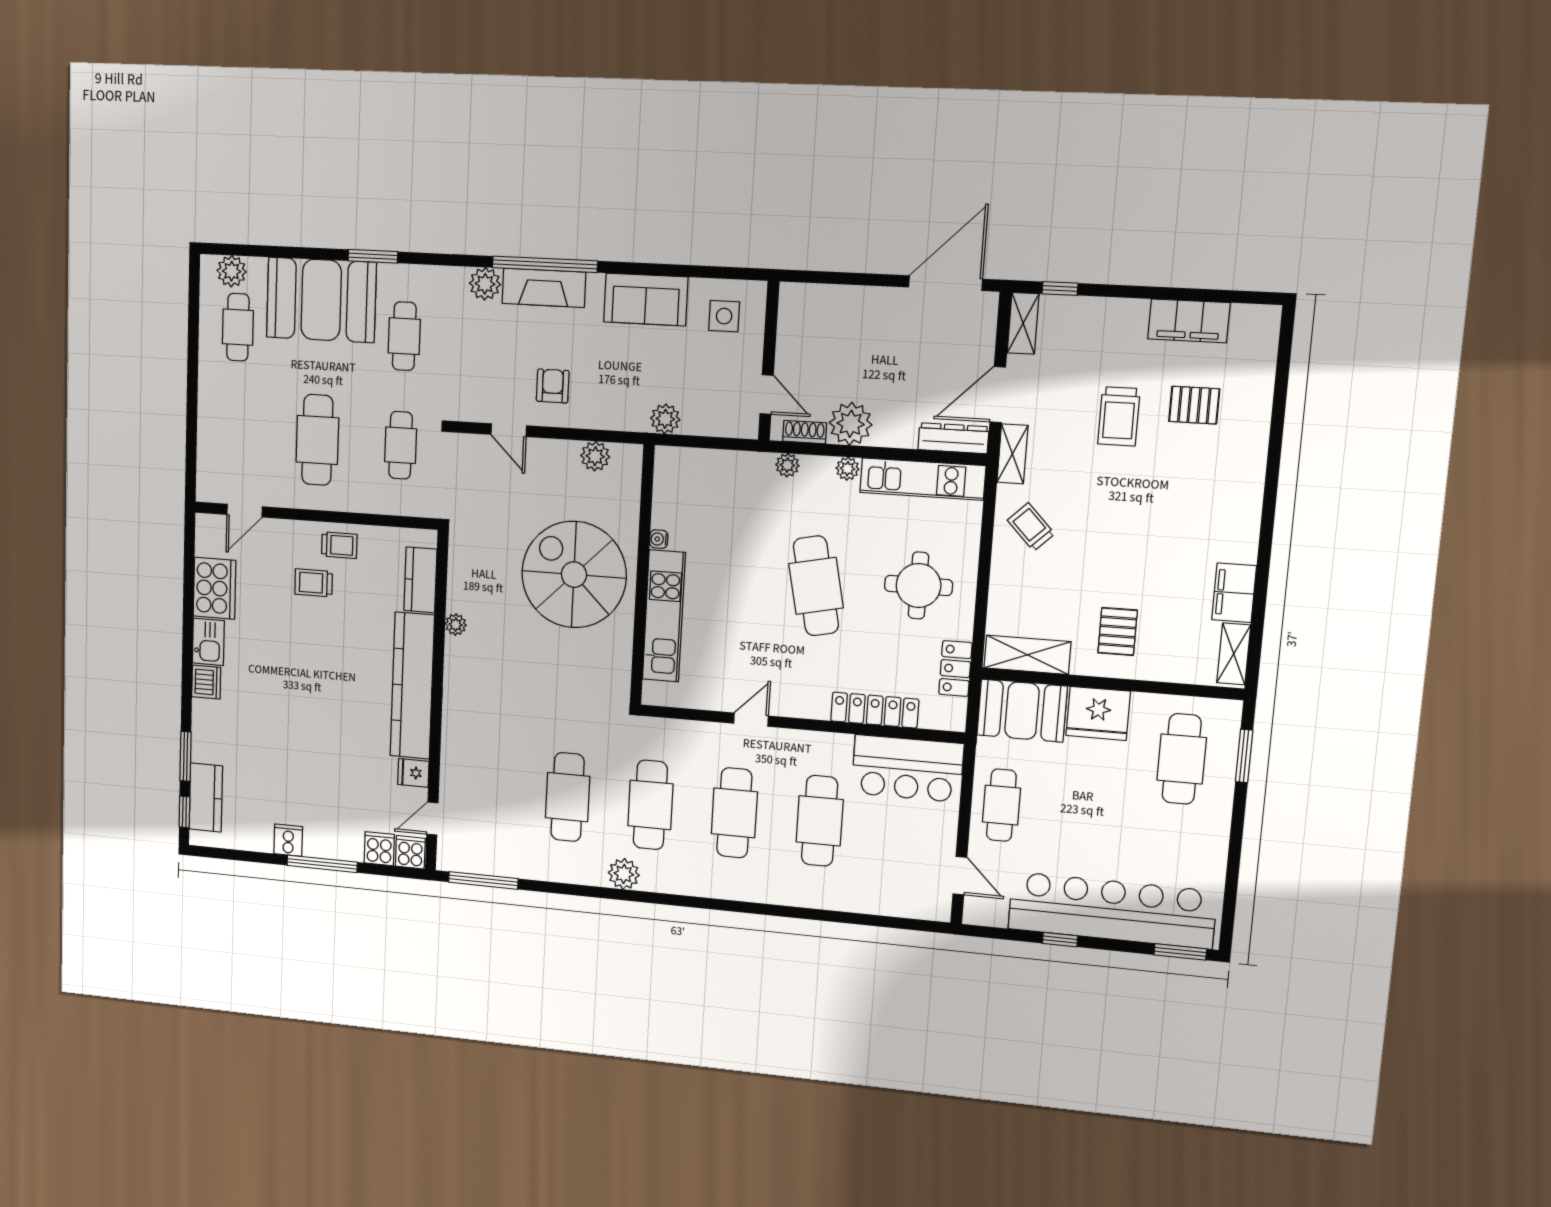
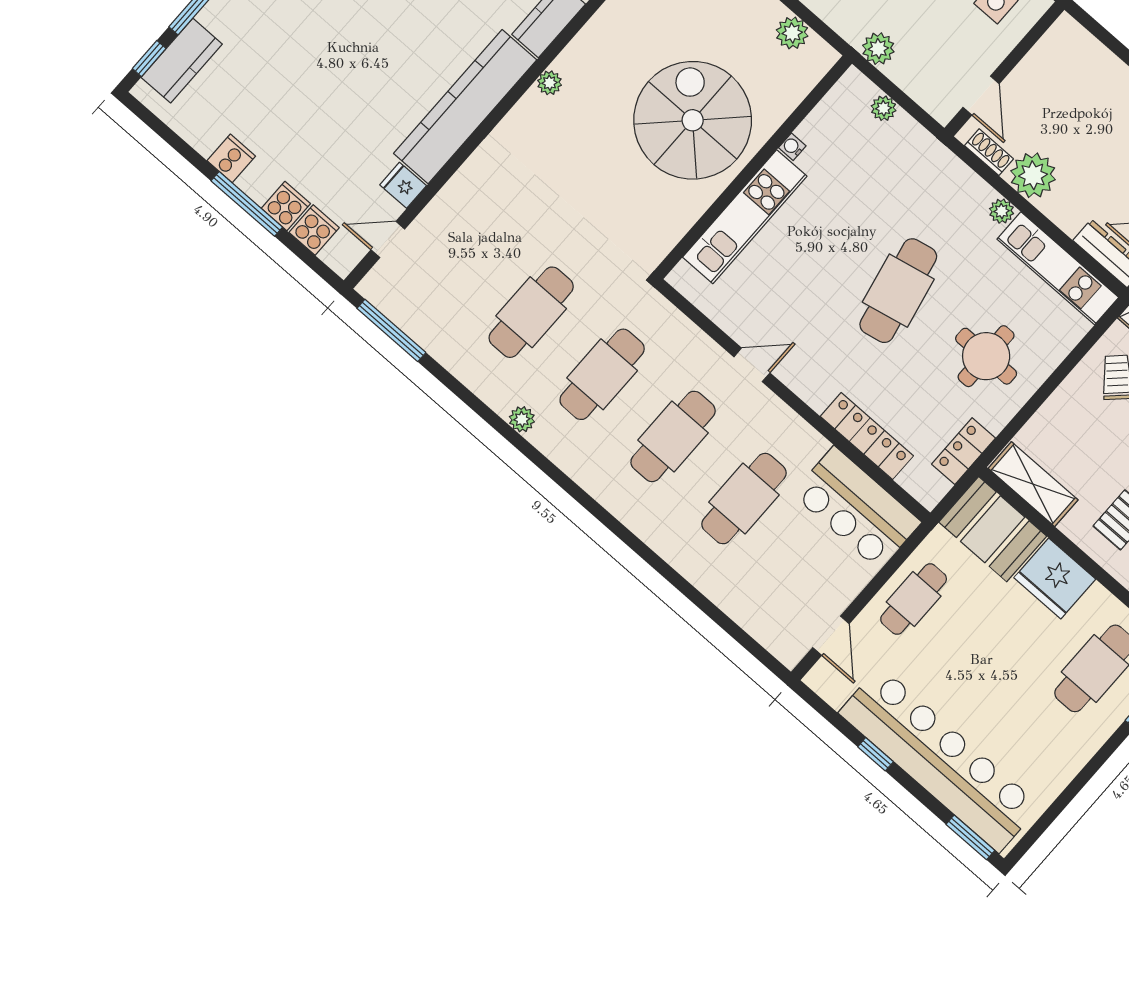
plant: (787, 465) -> (884, 108), moved
cooker: (410, 852) -> (286, 206), moved
plant: (624, 874) -> (522, 419), width x0.73, depth x0.73

